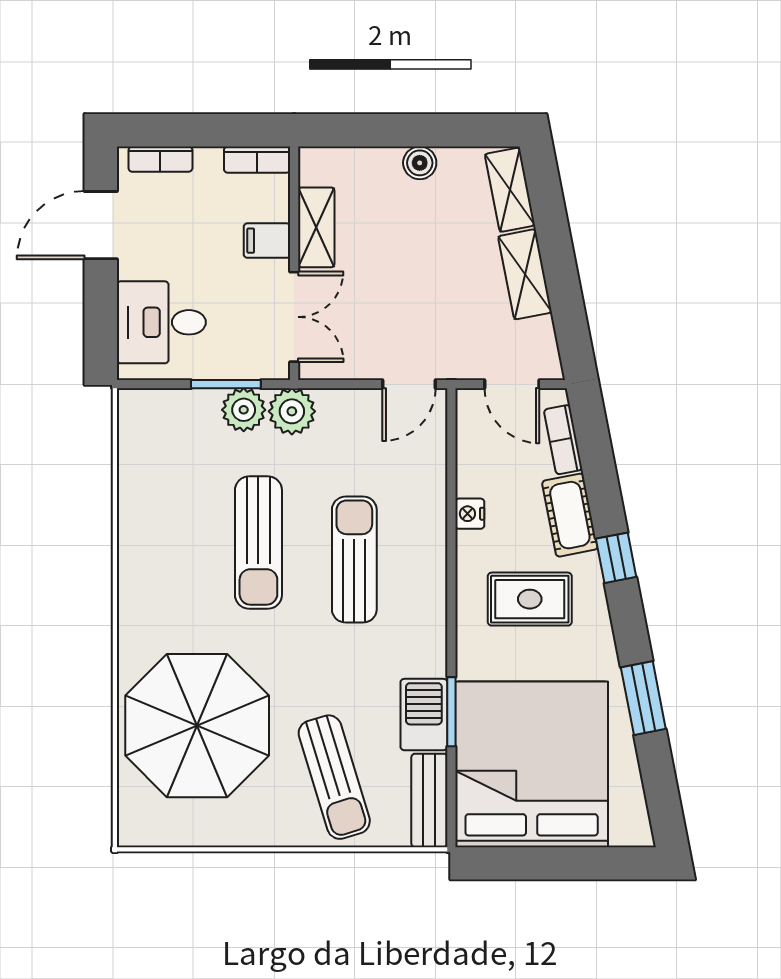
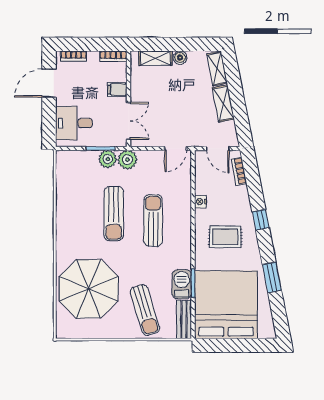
shelving: (316, 227) -> (155, 58), moved, turned 90
cot: (570, 515) -> (242, 202), removed

